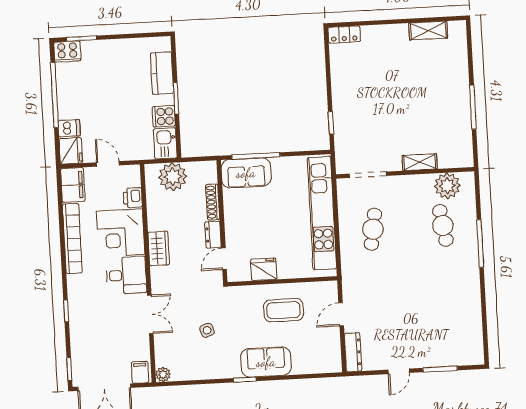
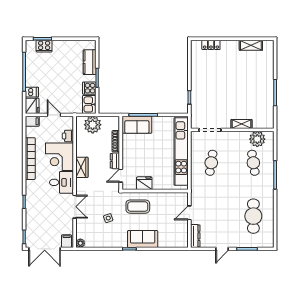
locker: (344, 35) -> (211, 45), moved
cooker: (67, 52) -> (44, 46), moved
filing cabinet: (73, 185) -> (32, 121), width x0.50
coffee table: (284, 310) -> (138, 207), moved
cafe table: (448, 314) -> (253, 216), added

